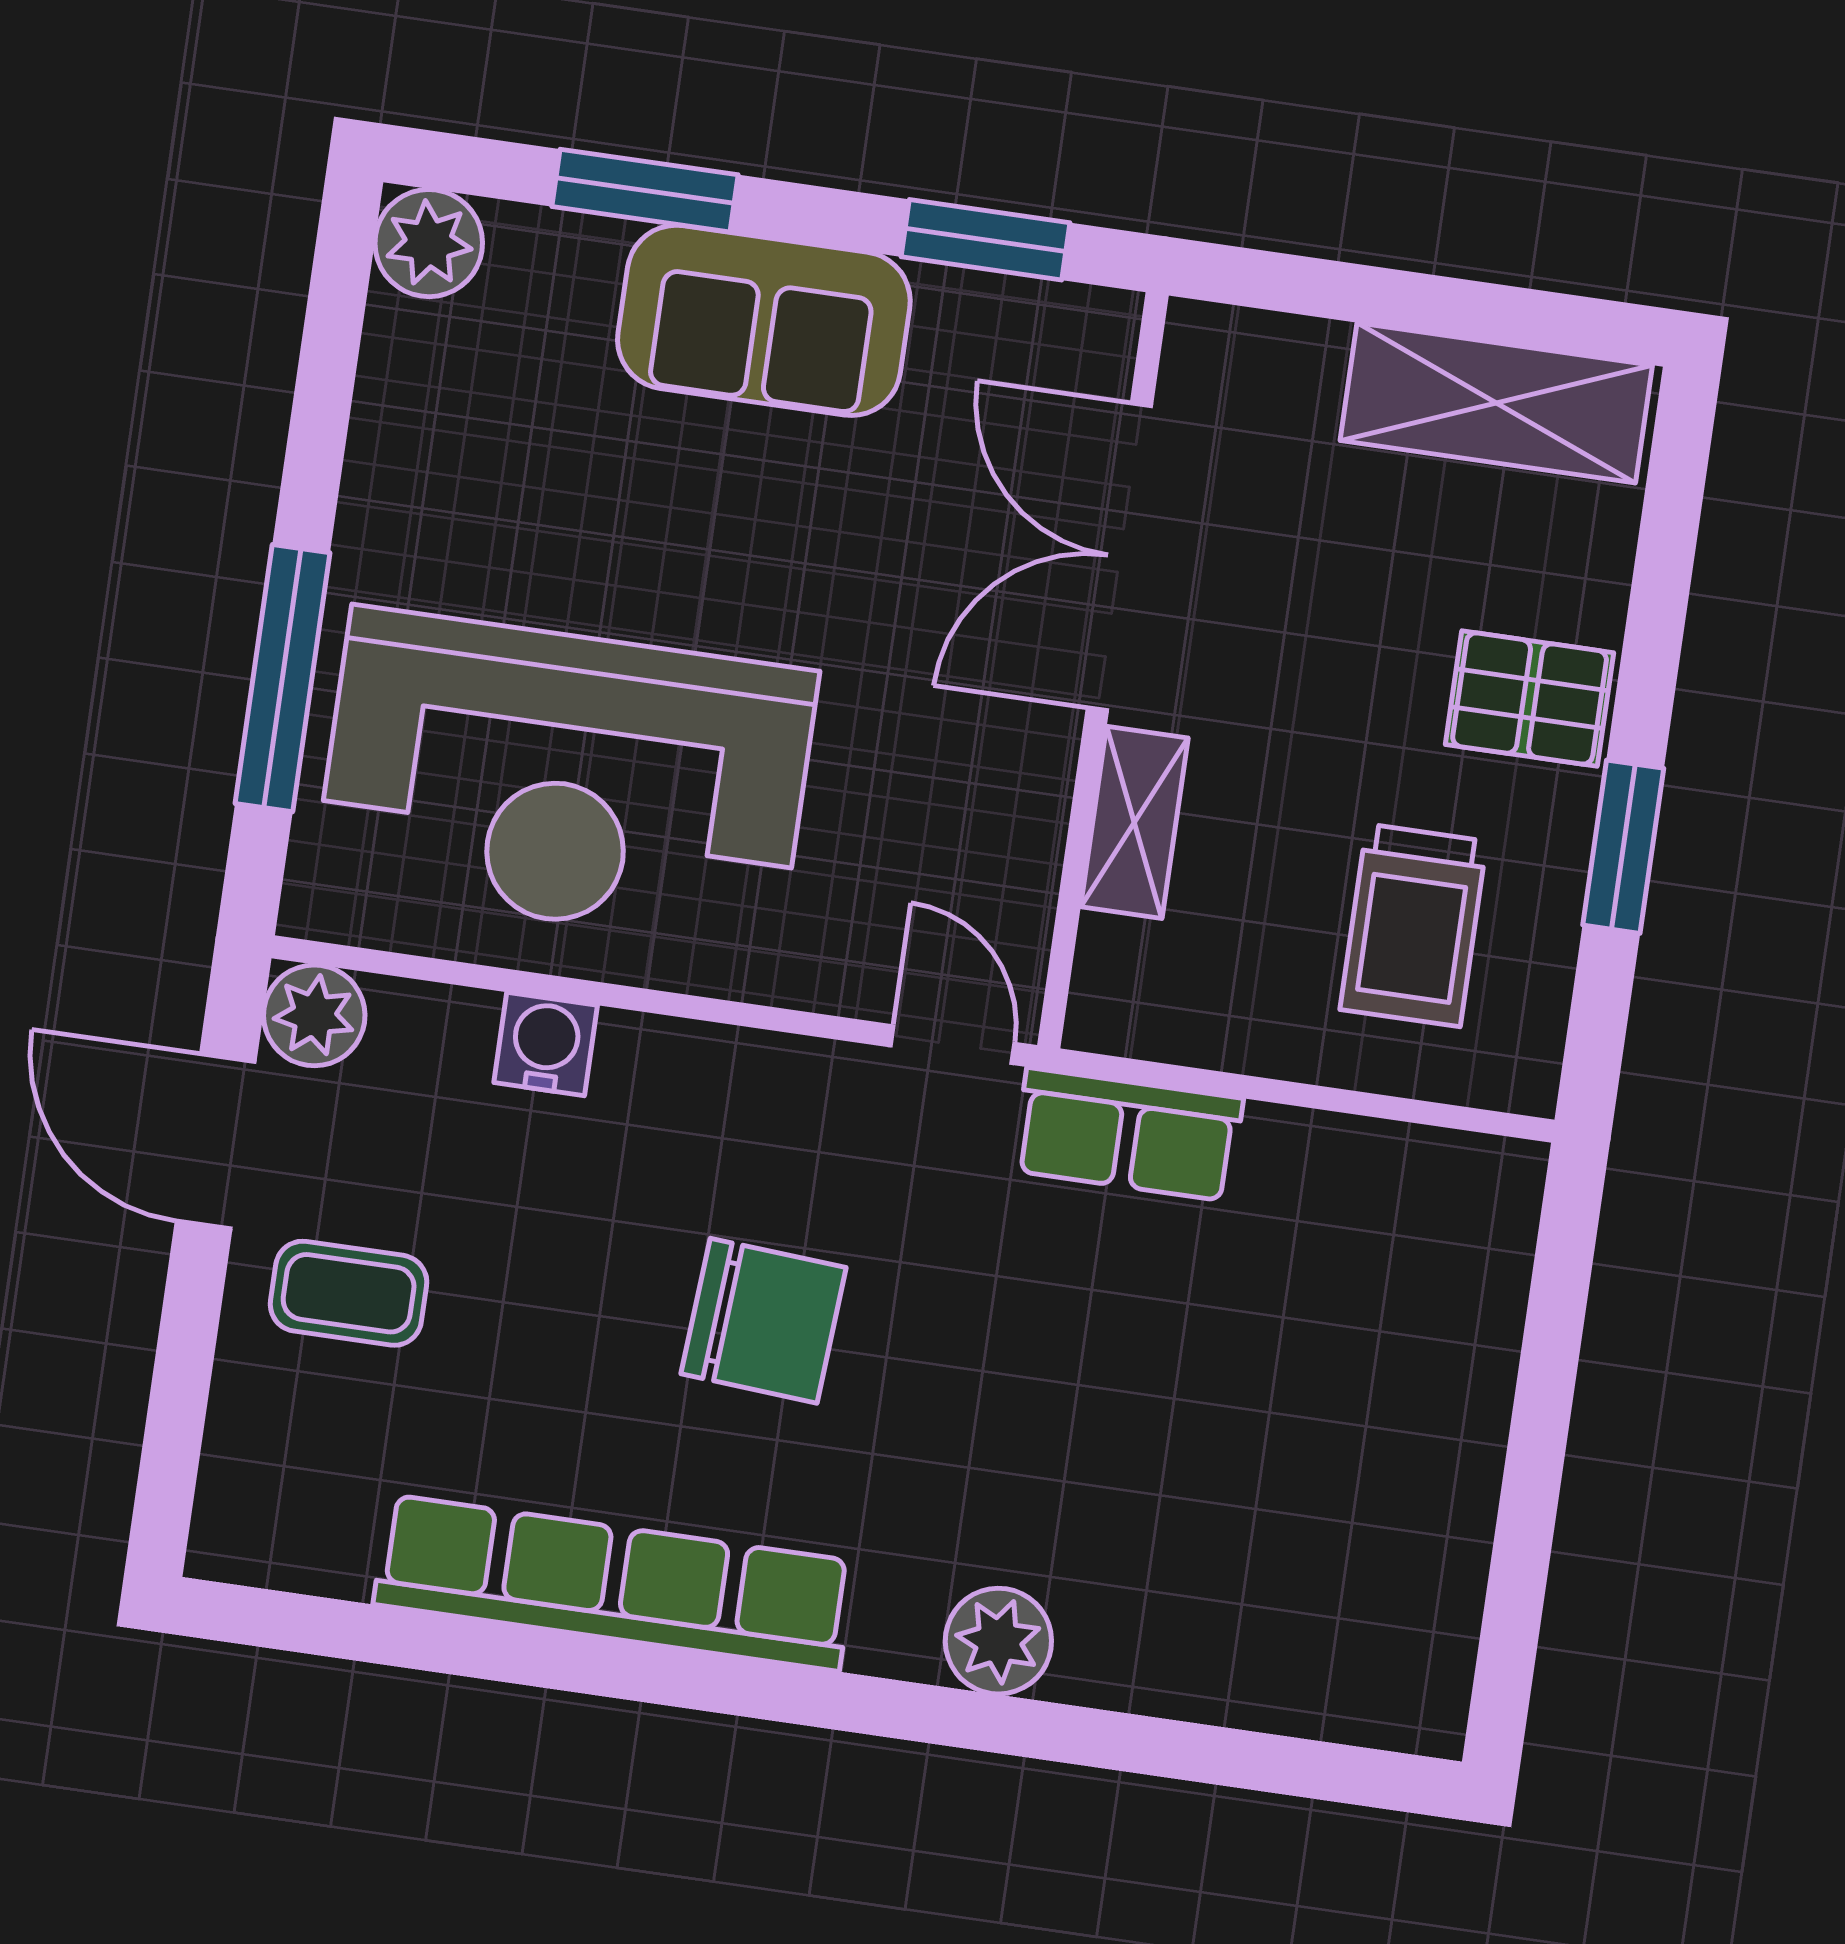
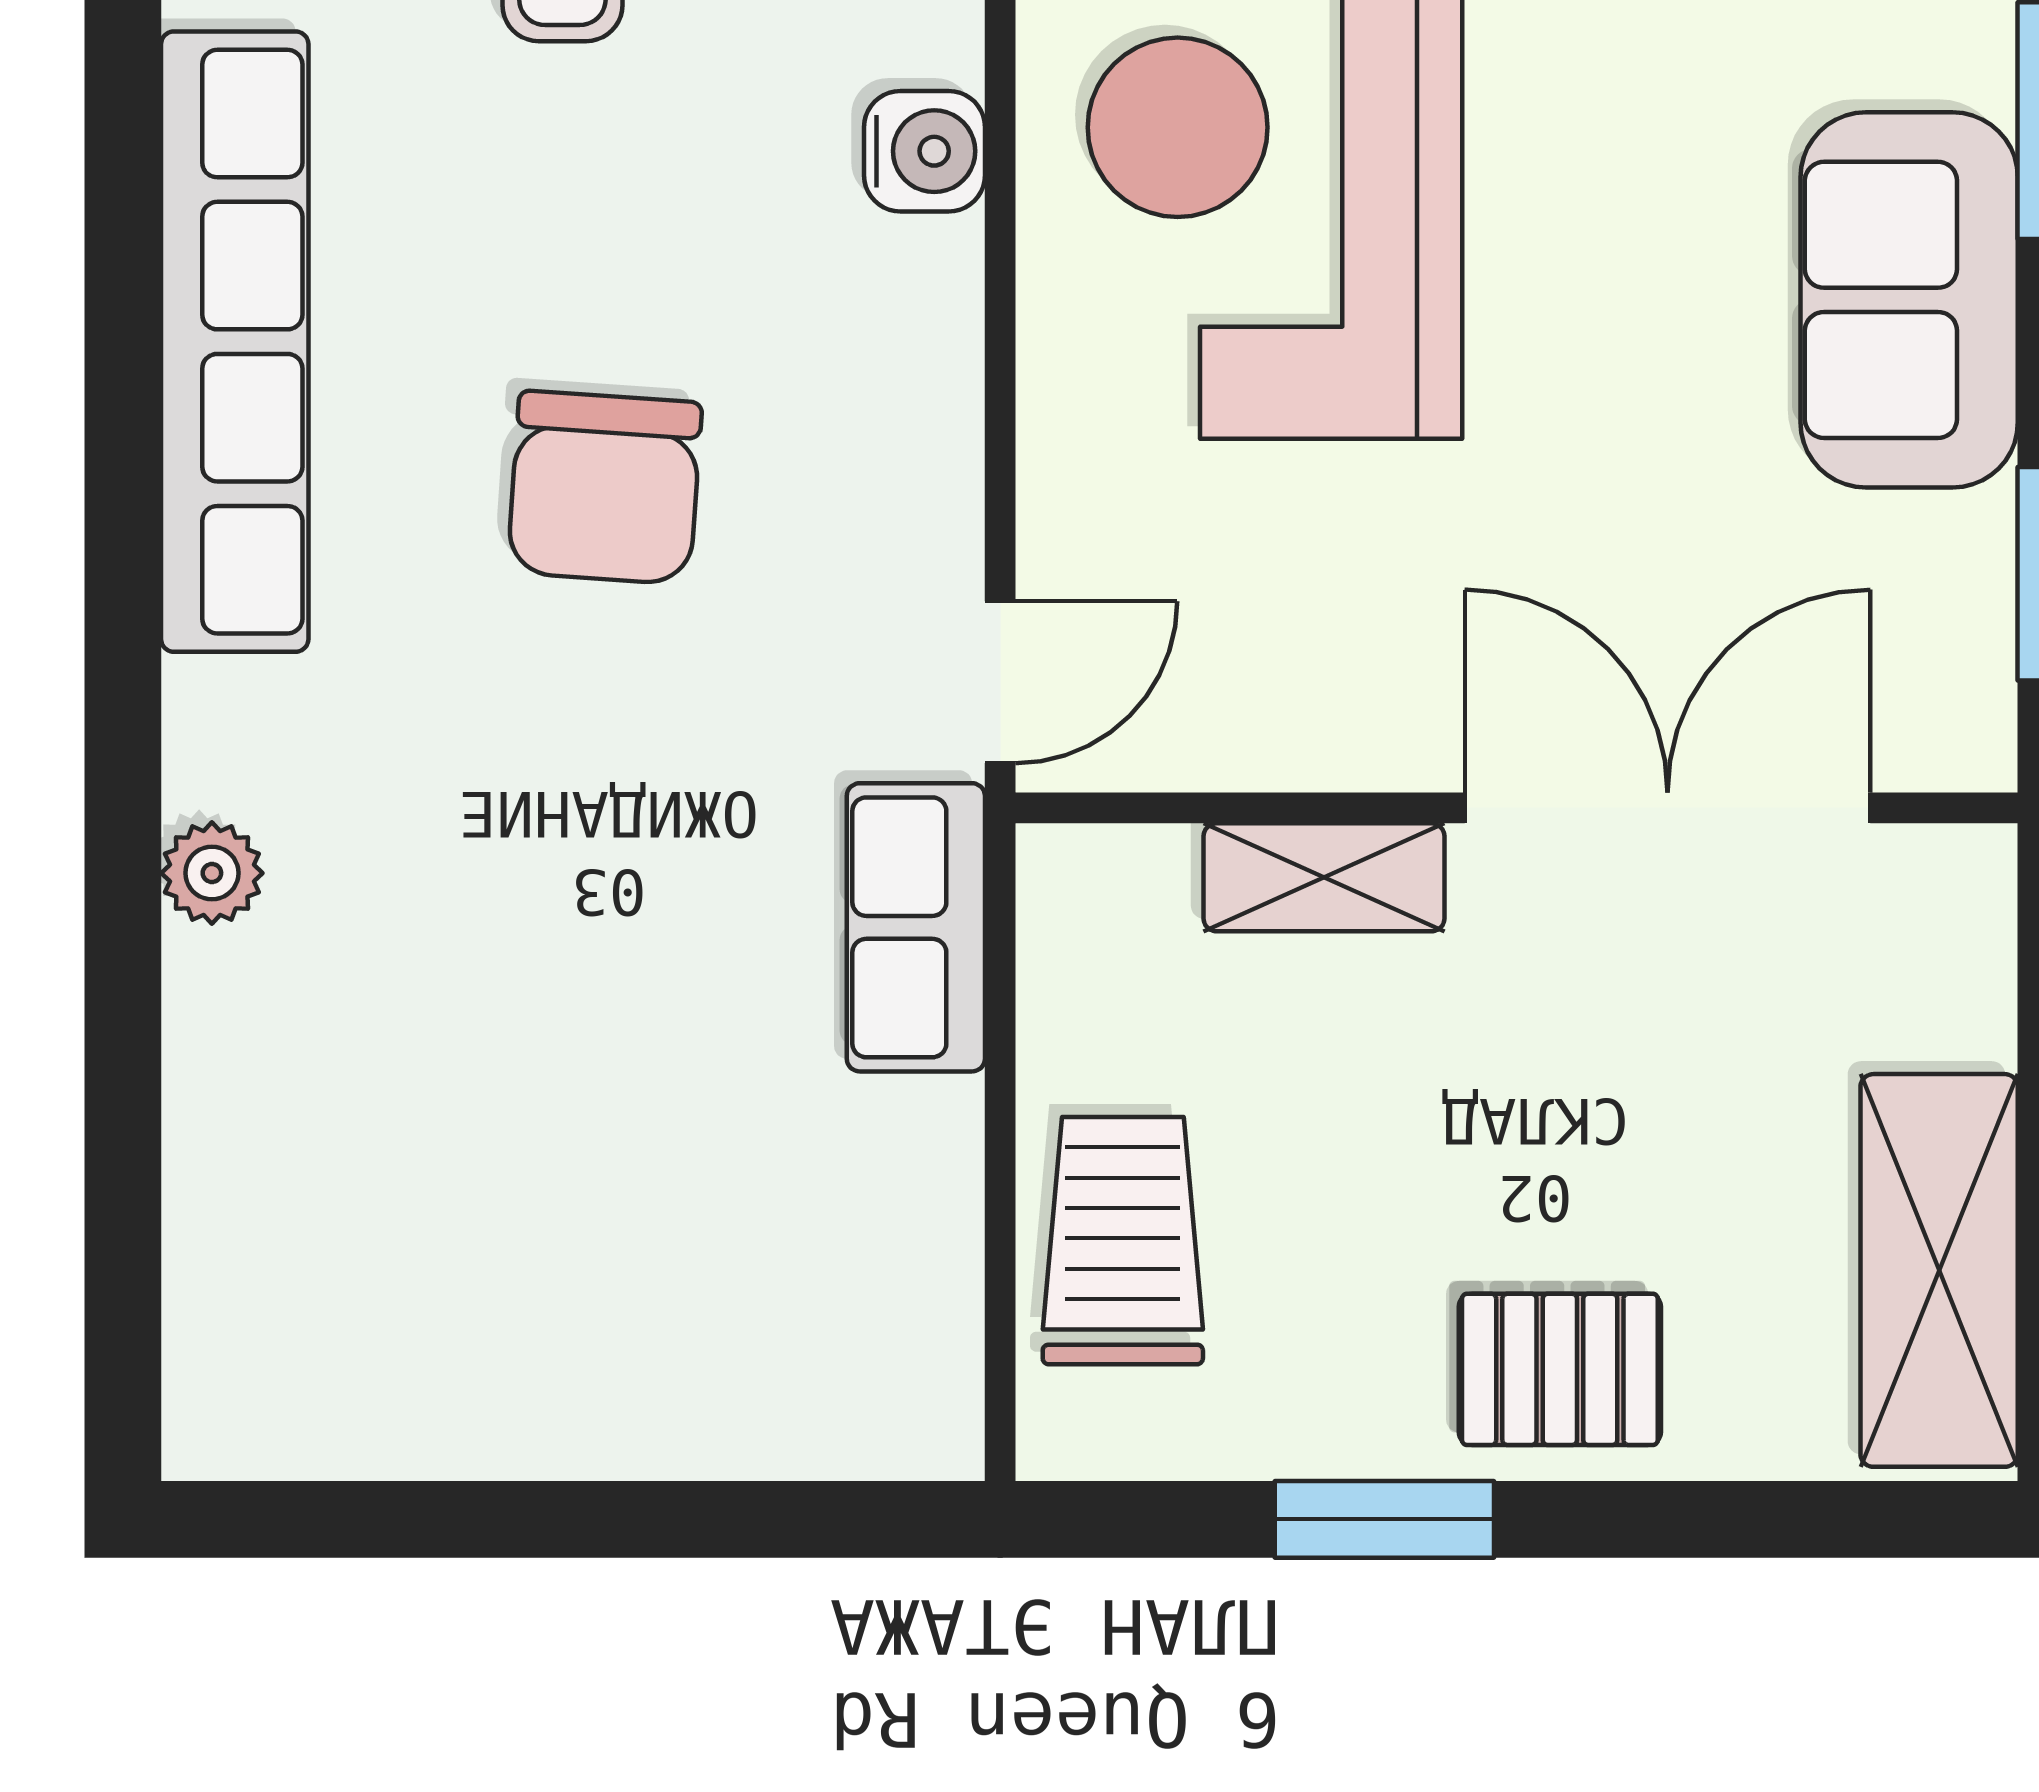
pallet: (1530, 699) -> (1560, 1369), turned 90
trolley: (1413, 925) -> (1123, 1241), moved, turned 90
plant: (998, 1641) -> (212, 873), width x0.73, depth x0.73

